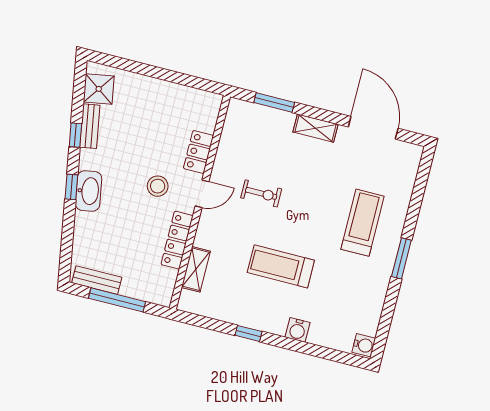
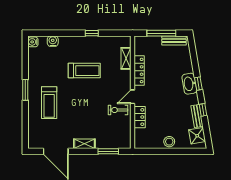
stool: (158, 186) -> (169, 142), moved
exercise bike: (261, 193) -> (118, 110), moved
water cooler: (297, 330) -> (53, 41), moved

